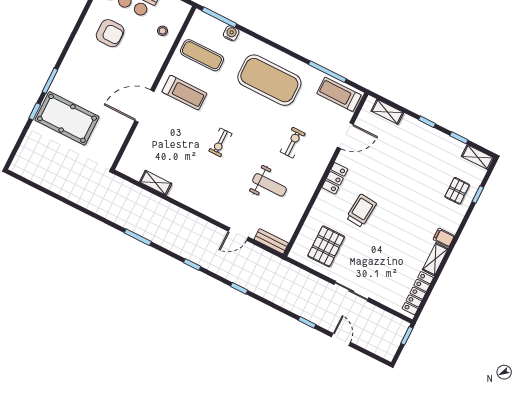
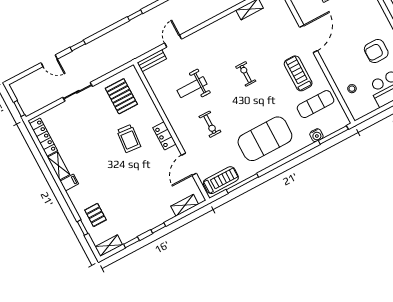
treadmill: (184, 93) -> (298, 73), turned 90

